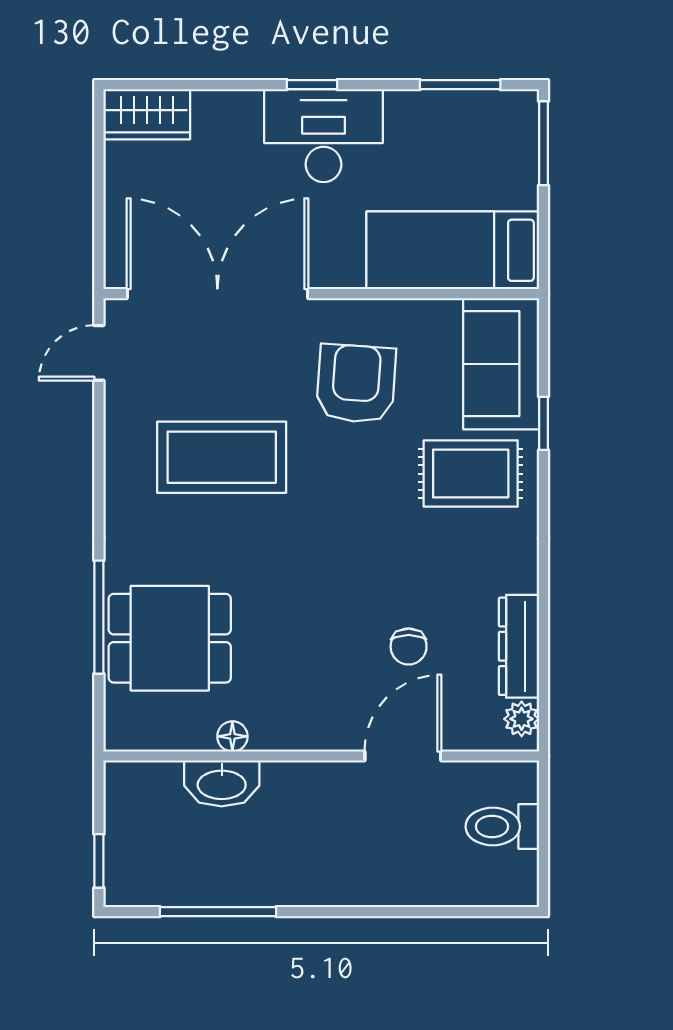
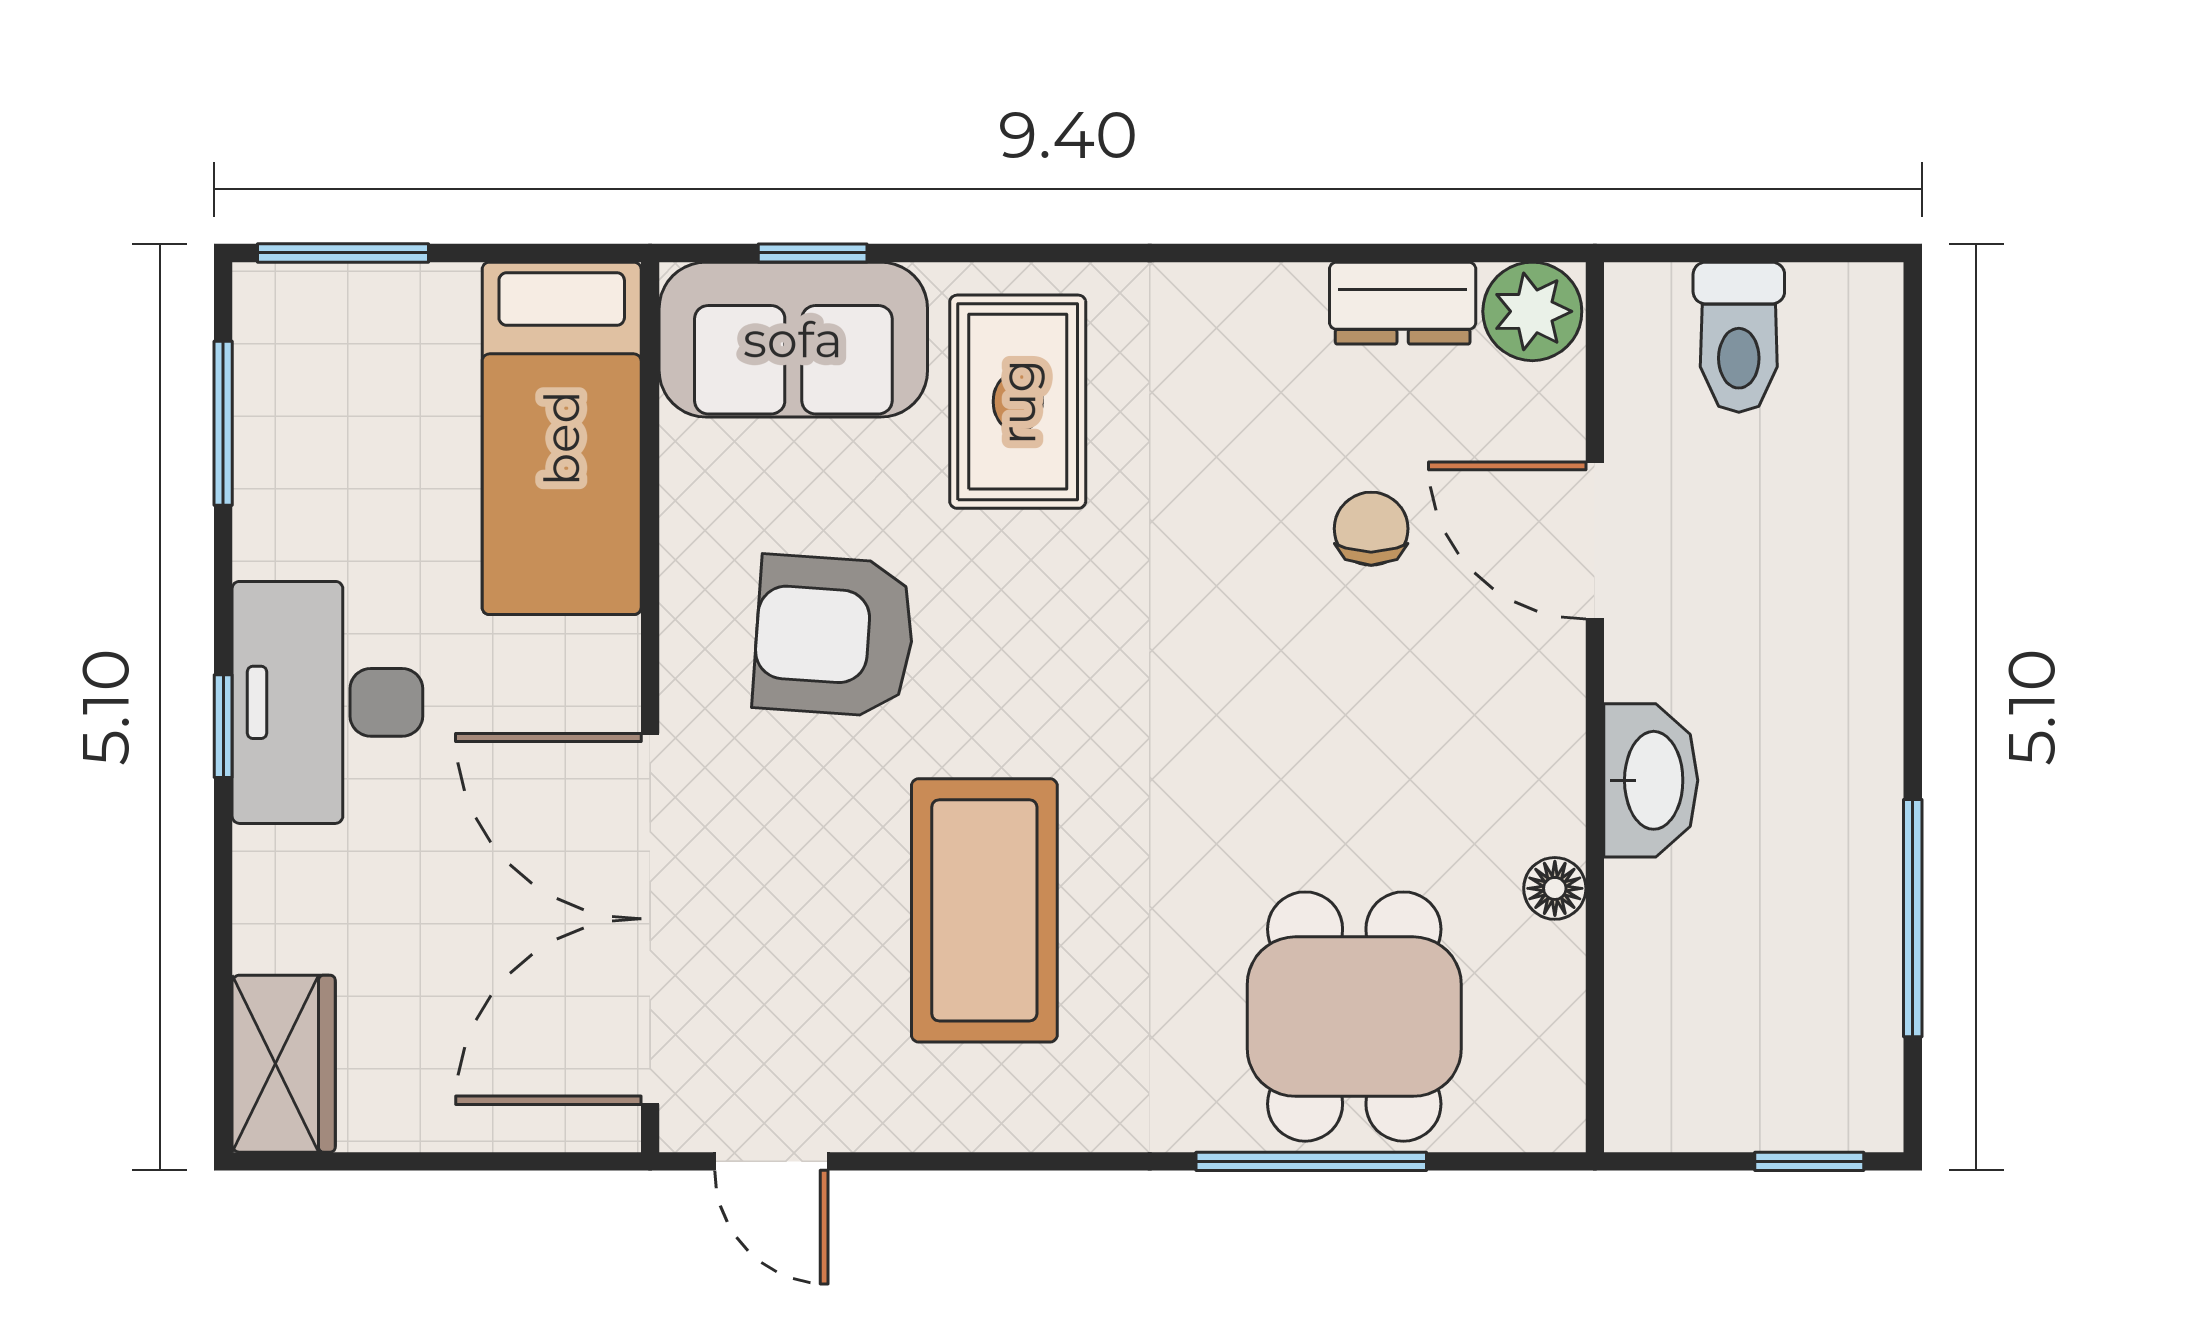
window: (544, 423) -> (813, 253), moved
dresser: (519, 646) -> (1403, 303), width x0.70
chair: (409, 647) -> (1371, 529), turned -90
plant: (522, 719) -> (1532, 311), width x1.38, depth x1.38
washbasin: (222, 783) -> (1651, 780), moved

